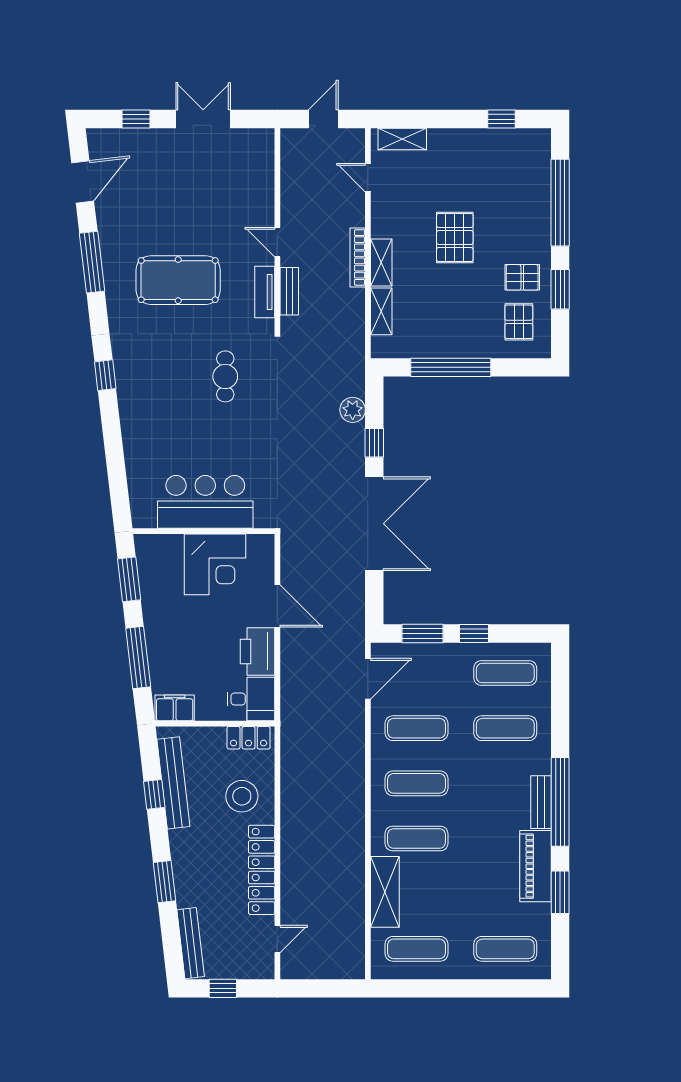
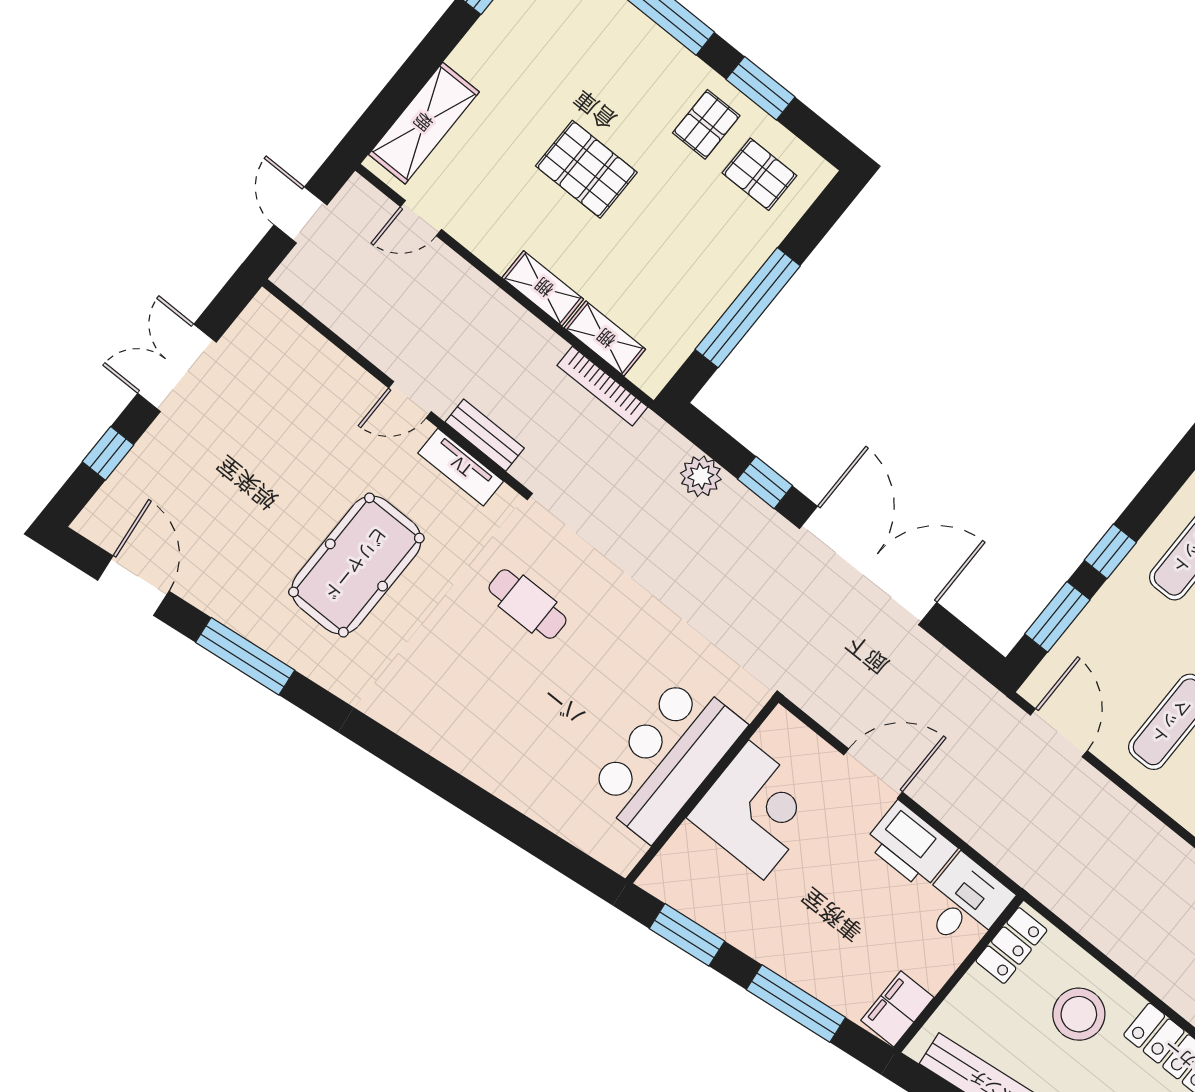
shelving: (402, 139) -> (424, 123), width x1.50, depth x1.33
bookcase: (358, 257) -> (602, 386), moved
window: (105, 375) -> (403, 756), removed

